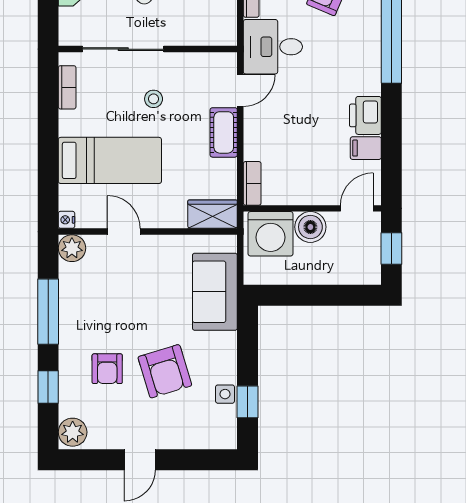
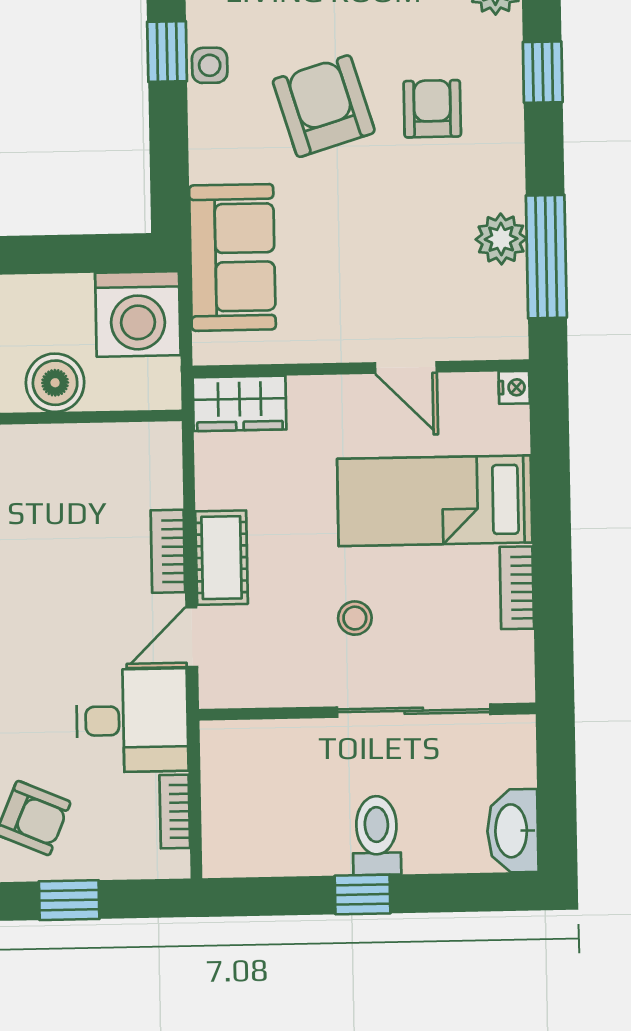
bookcase: (67, 87) -> (517, 588), moved
bookcase: (252, 183) -> (168, 551), moved
washing machine: (271, 234) -> (138, 314), moved, turned 180
plant: (72, 248) -> (501, 239), moved
window: (48, 312) -> (546, 257), moved

